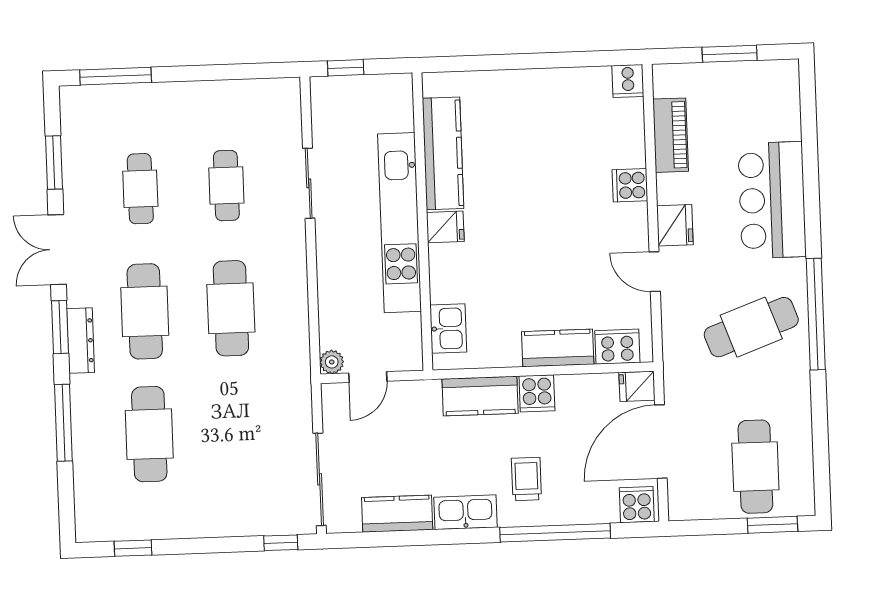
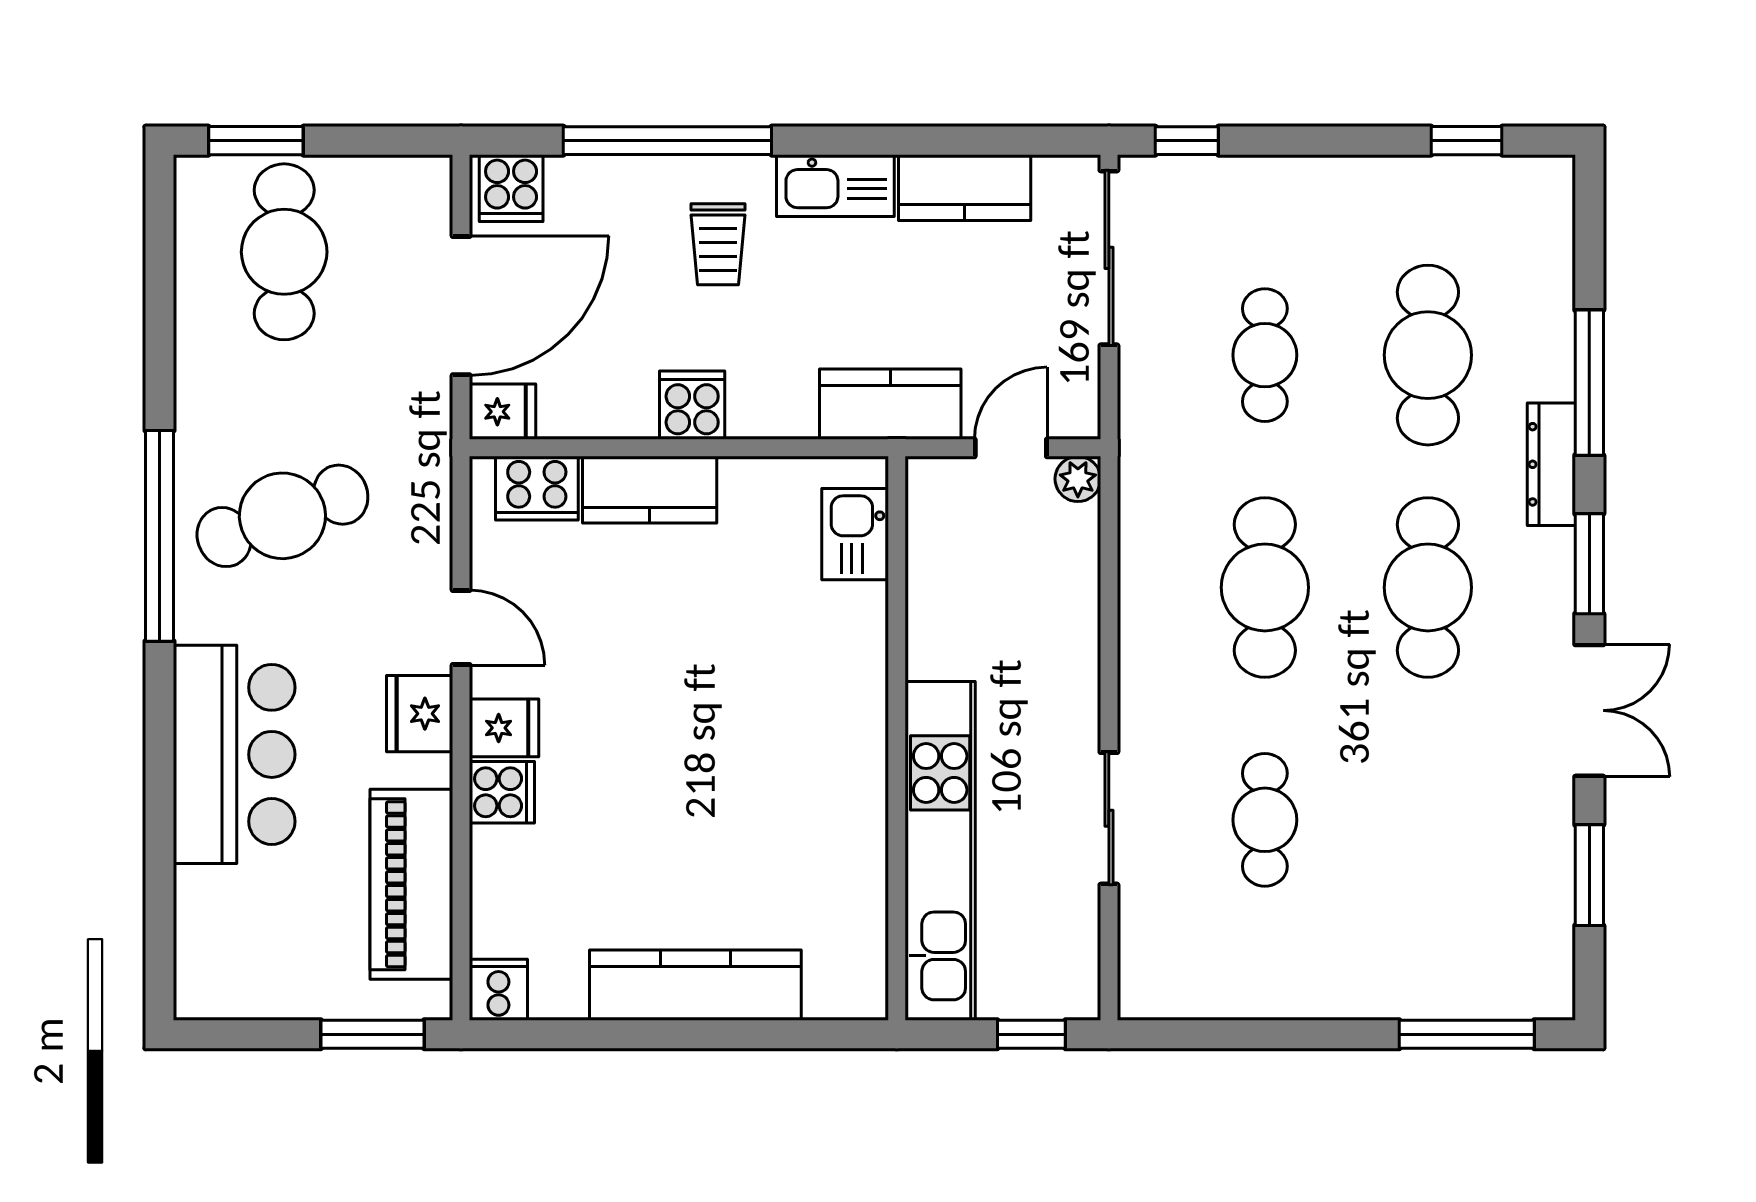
window: (730, 54) -> (372, 1034), moved
piano: (671, 135) -> (411, 884), width x1.37, depth x1.33
kitchen counter: (443, 153) -> (695, 985), moved, turned 90
cafe table: (140, 189) -> (1265, 355), moved
kitchen unit: (399, 223) -> (940, 851), moved
fridge: (445, 227) -> (504, 728), moved, turned 180
dresser: (81, 341) -> (1551, 464), moved
kitchen counter: (480, 396) -> (890, 404), moved

